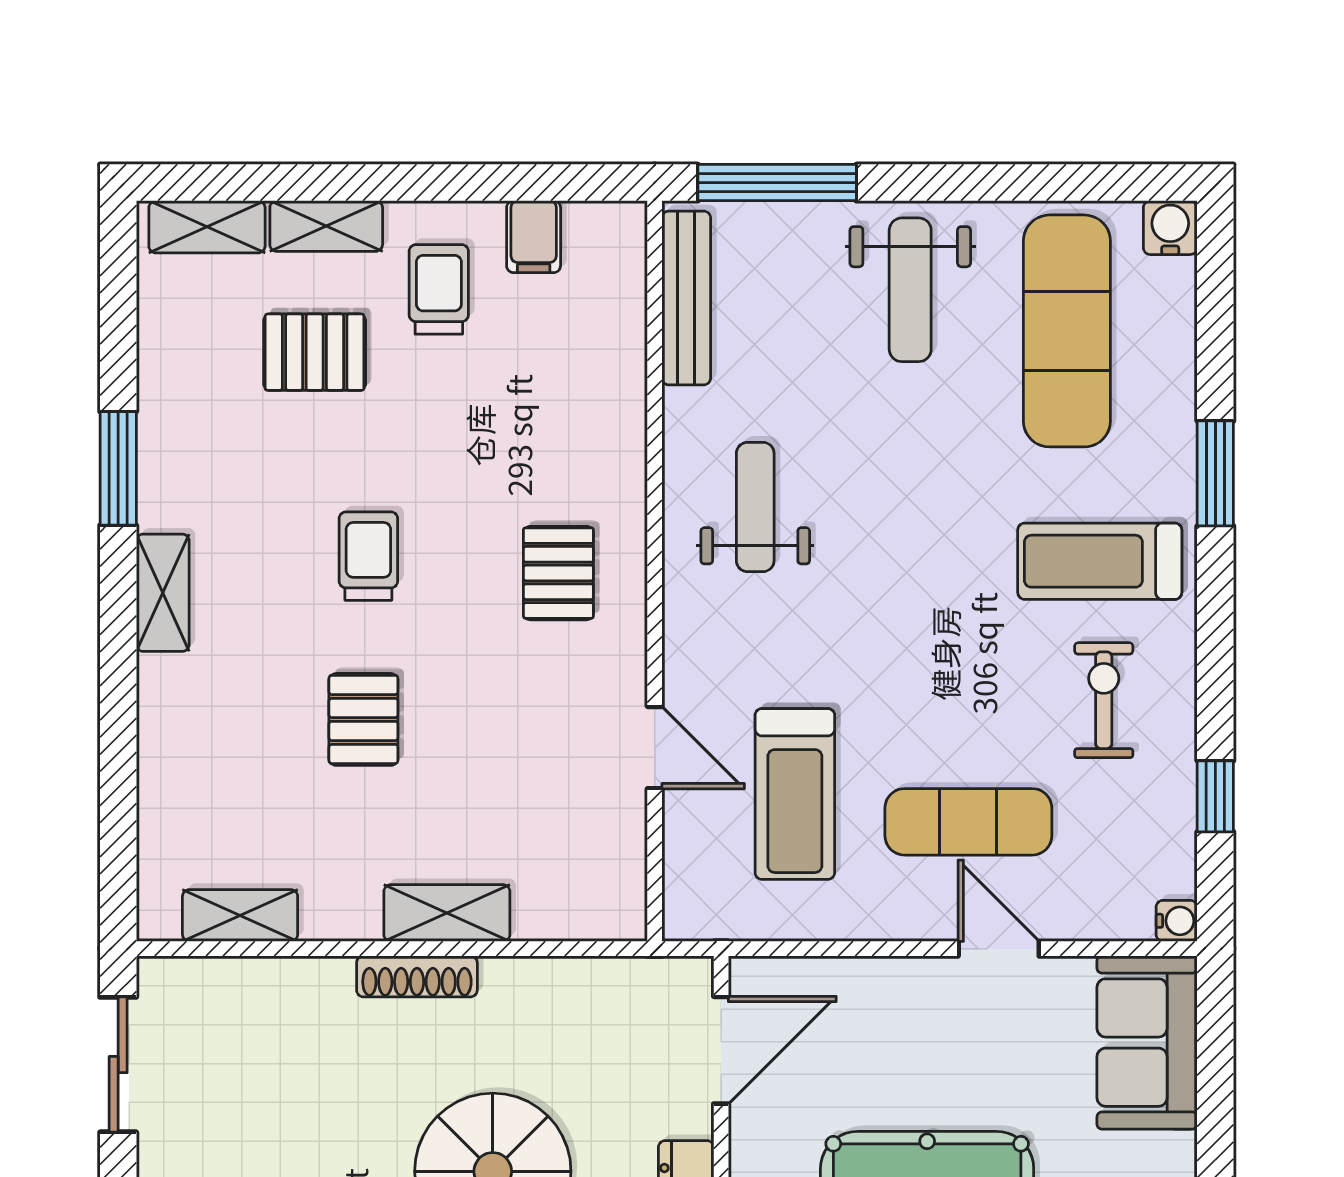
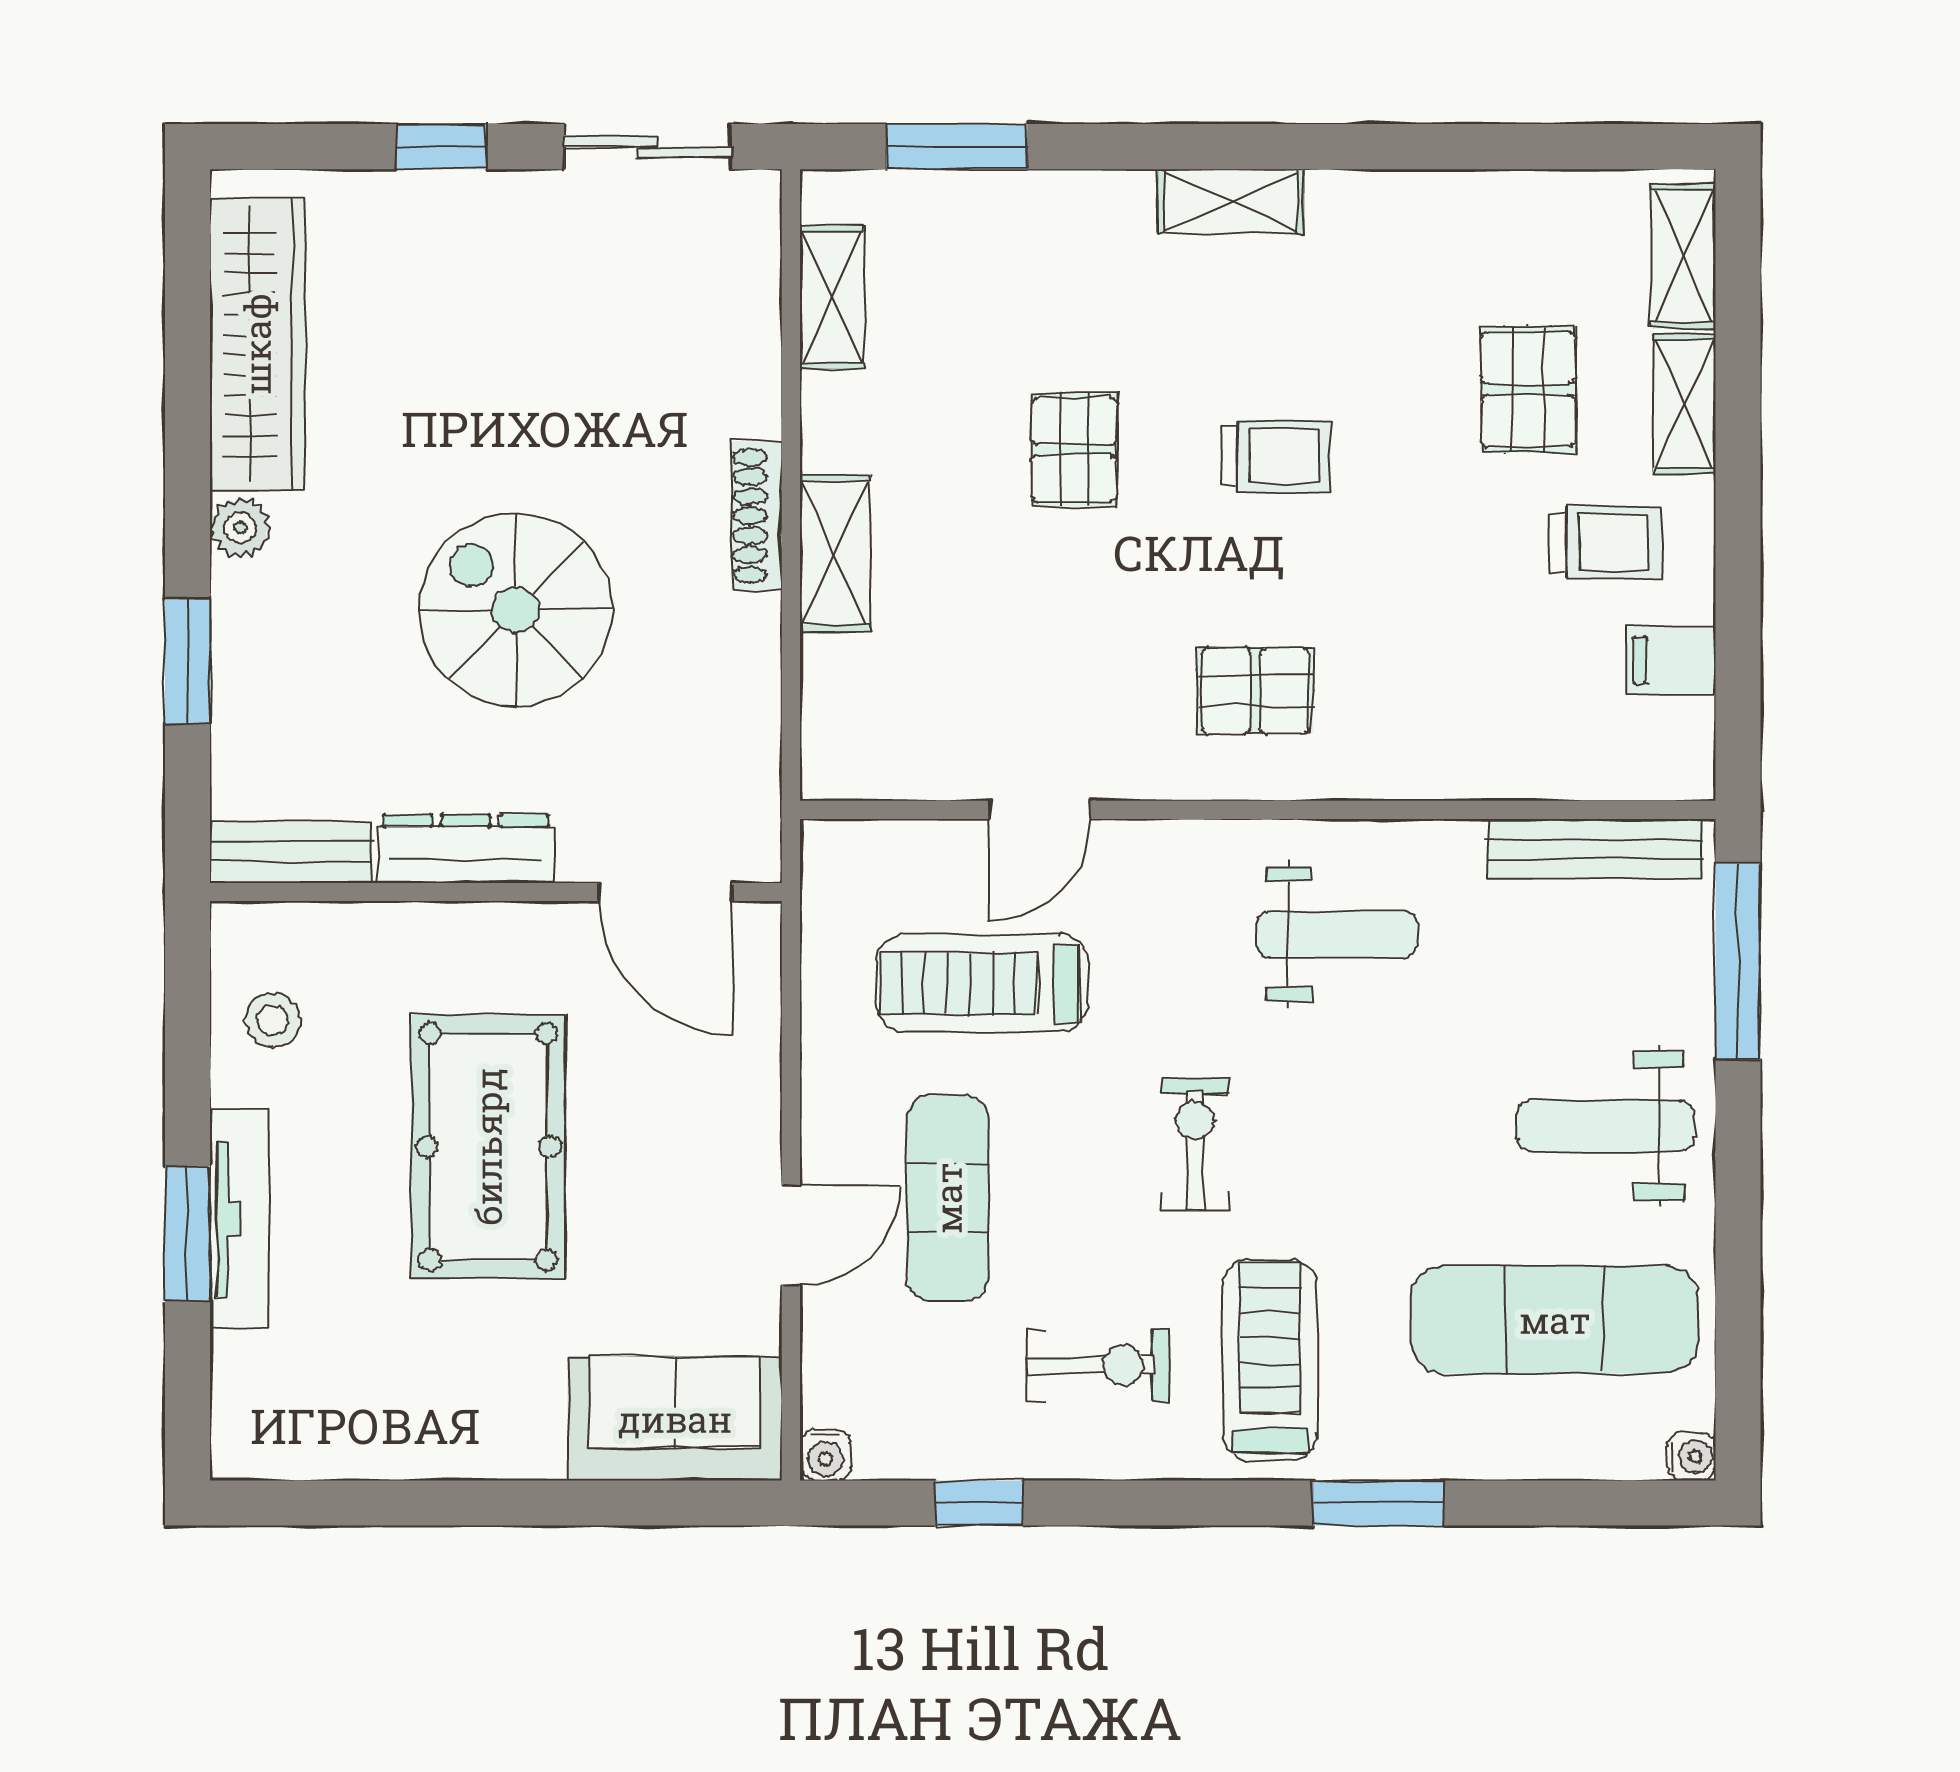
water cooler: (1170, 228) -> (1691, 1456), width x0.72, depth x0.72
window: (118, 468) -> (957, 147), moved
exercise bike: (925, 622) -> (1195, 1144), added
pallet: (363, 719) -> (1074, 450), turned 90

